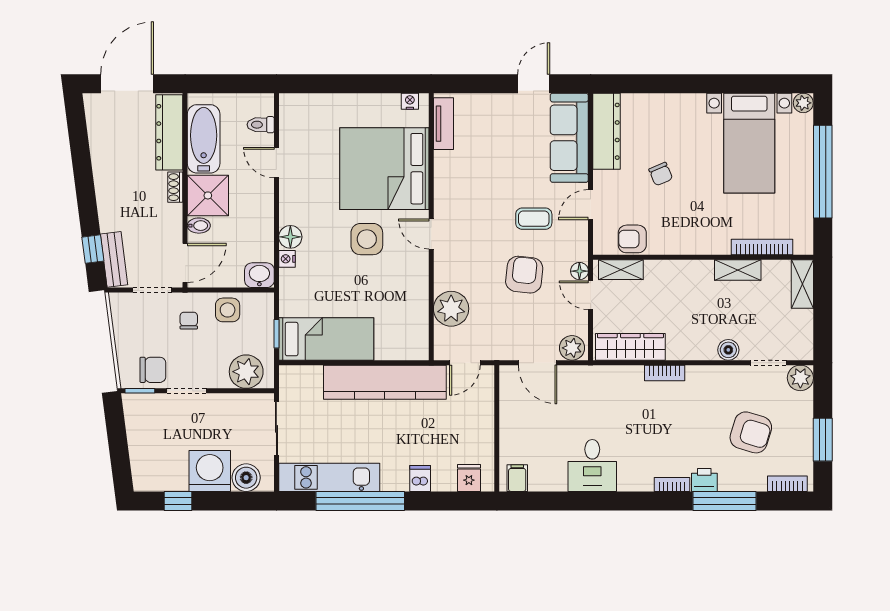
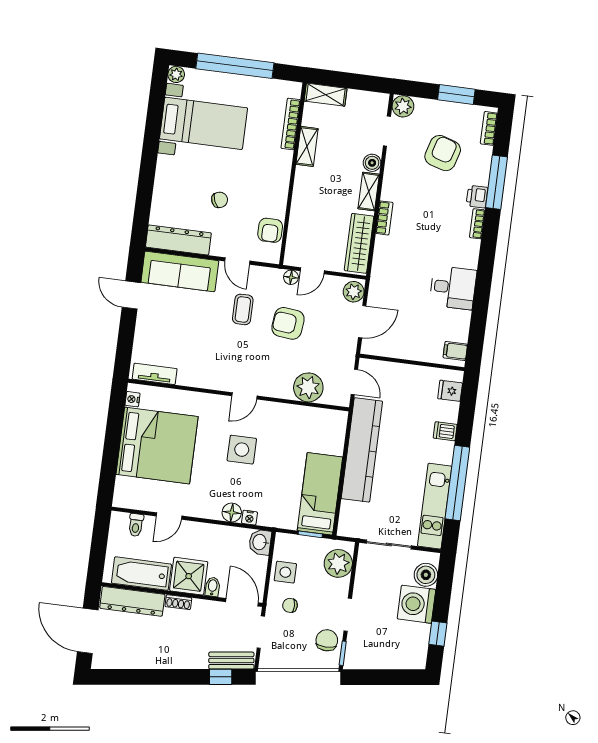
bed: (384, 169) -> (157, 445), moved, turned -90
shelving: (621, 270) -> (369, 191), moved

